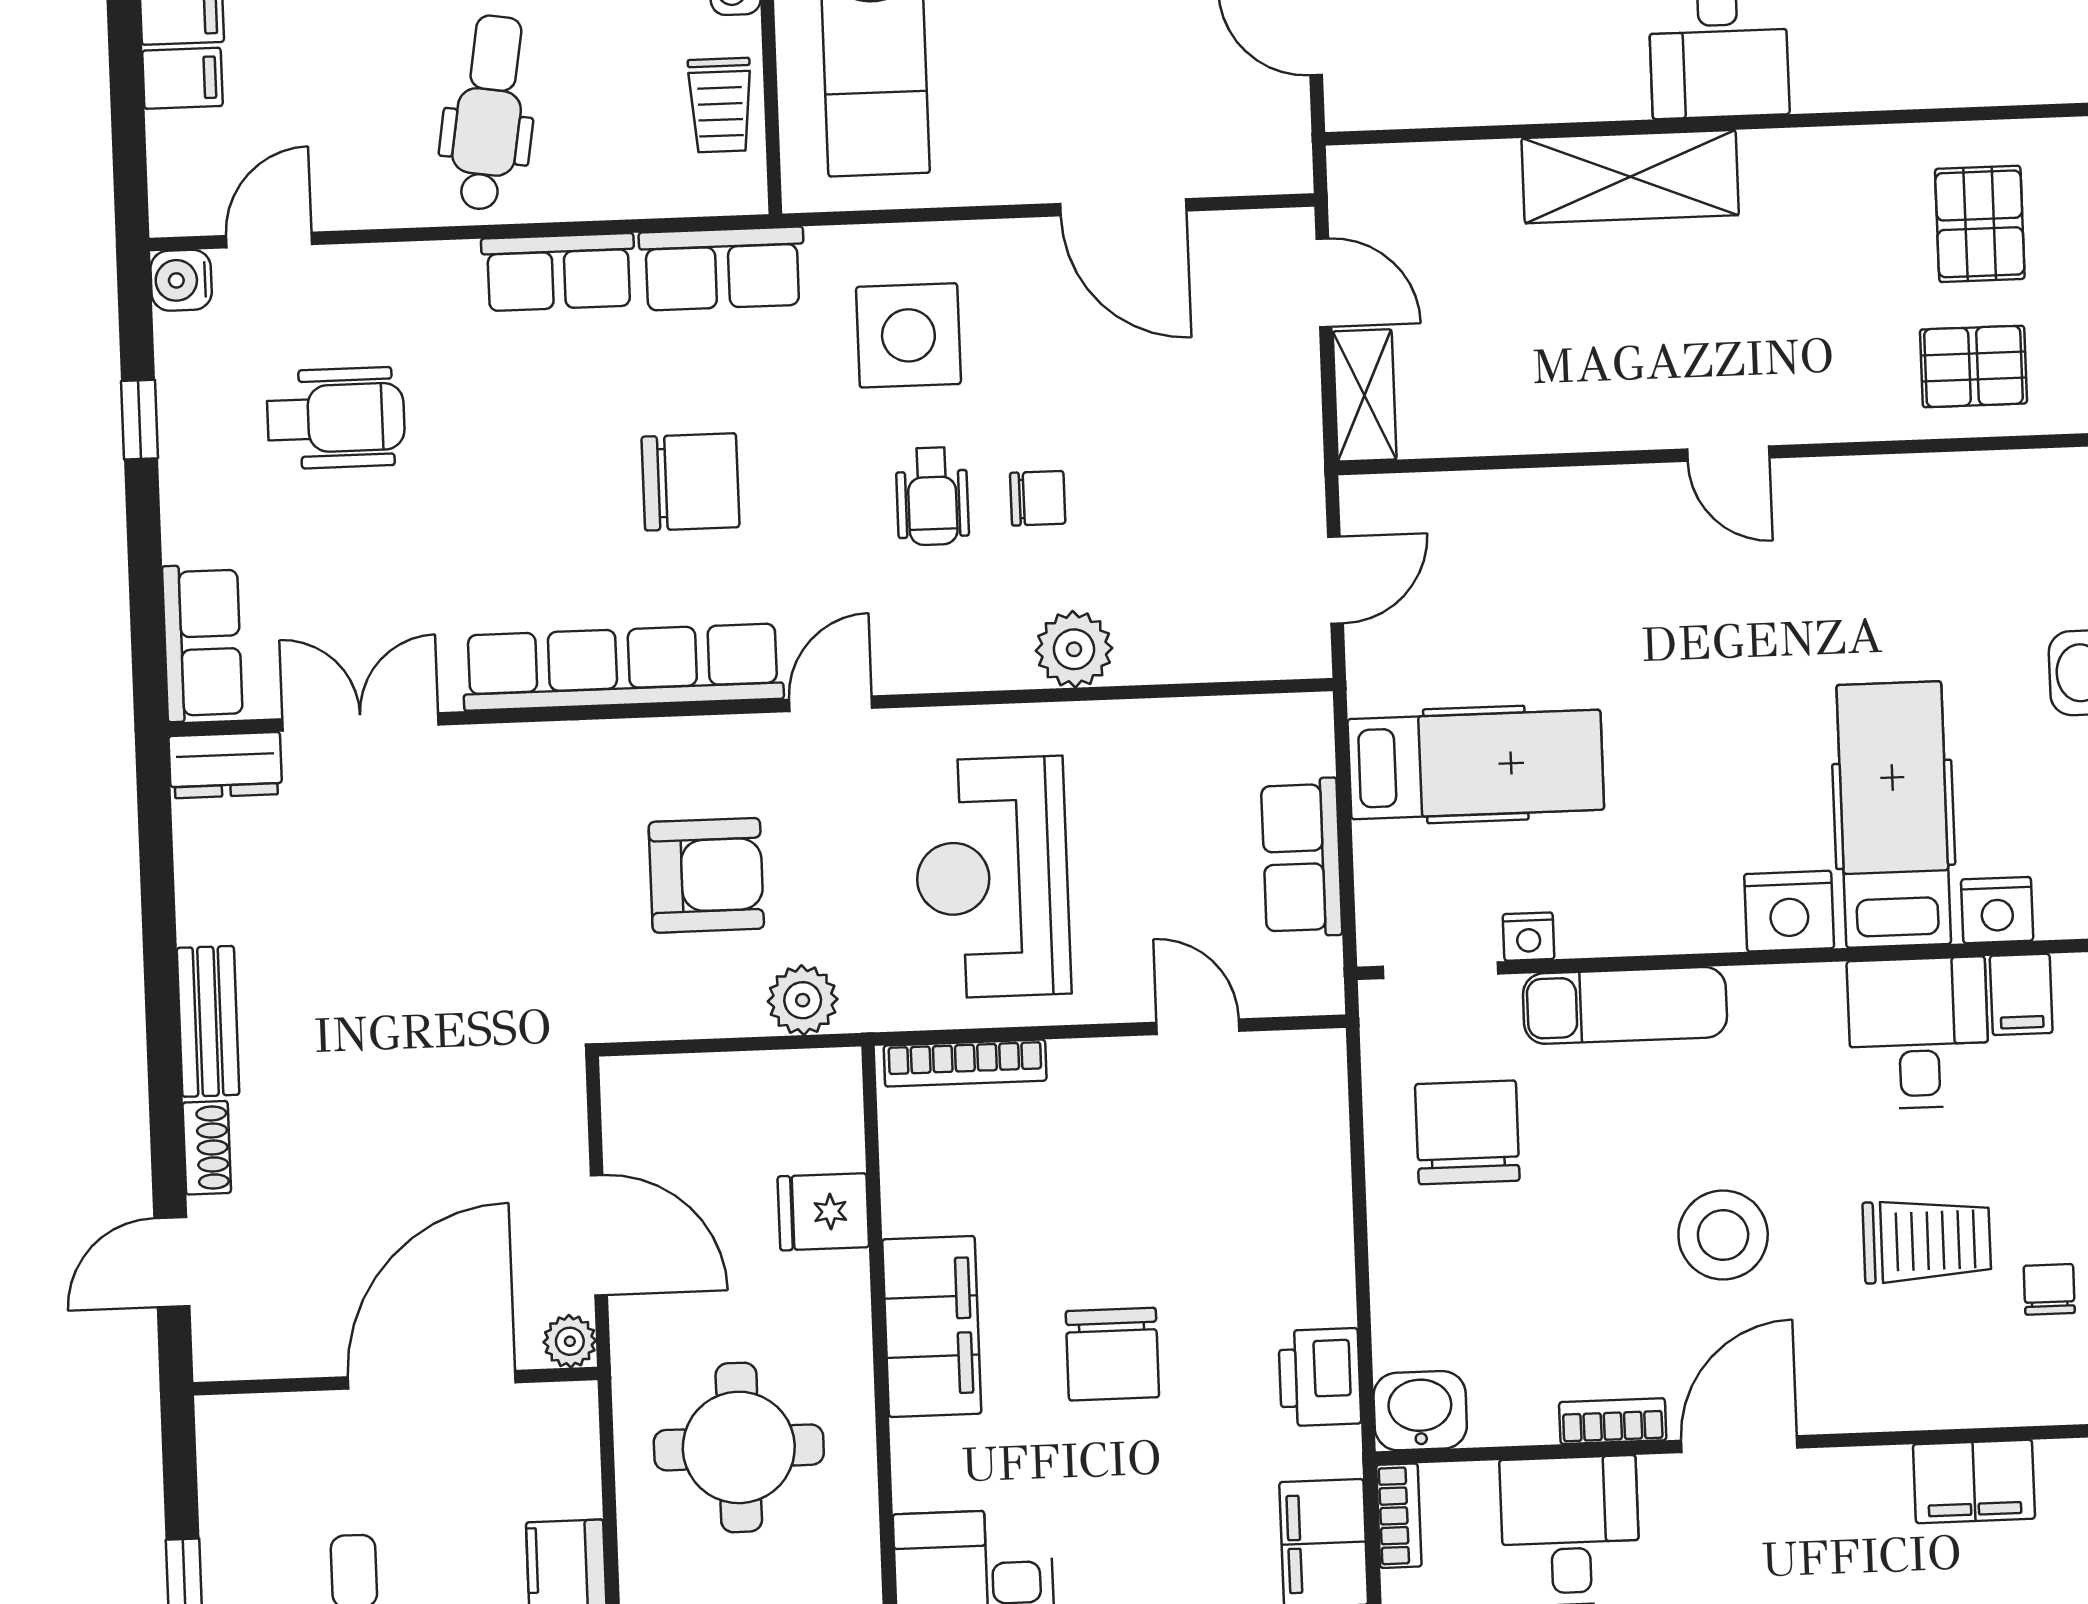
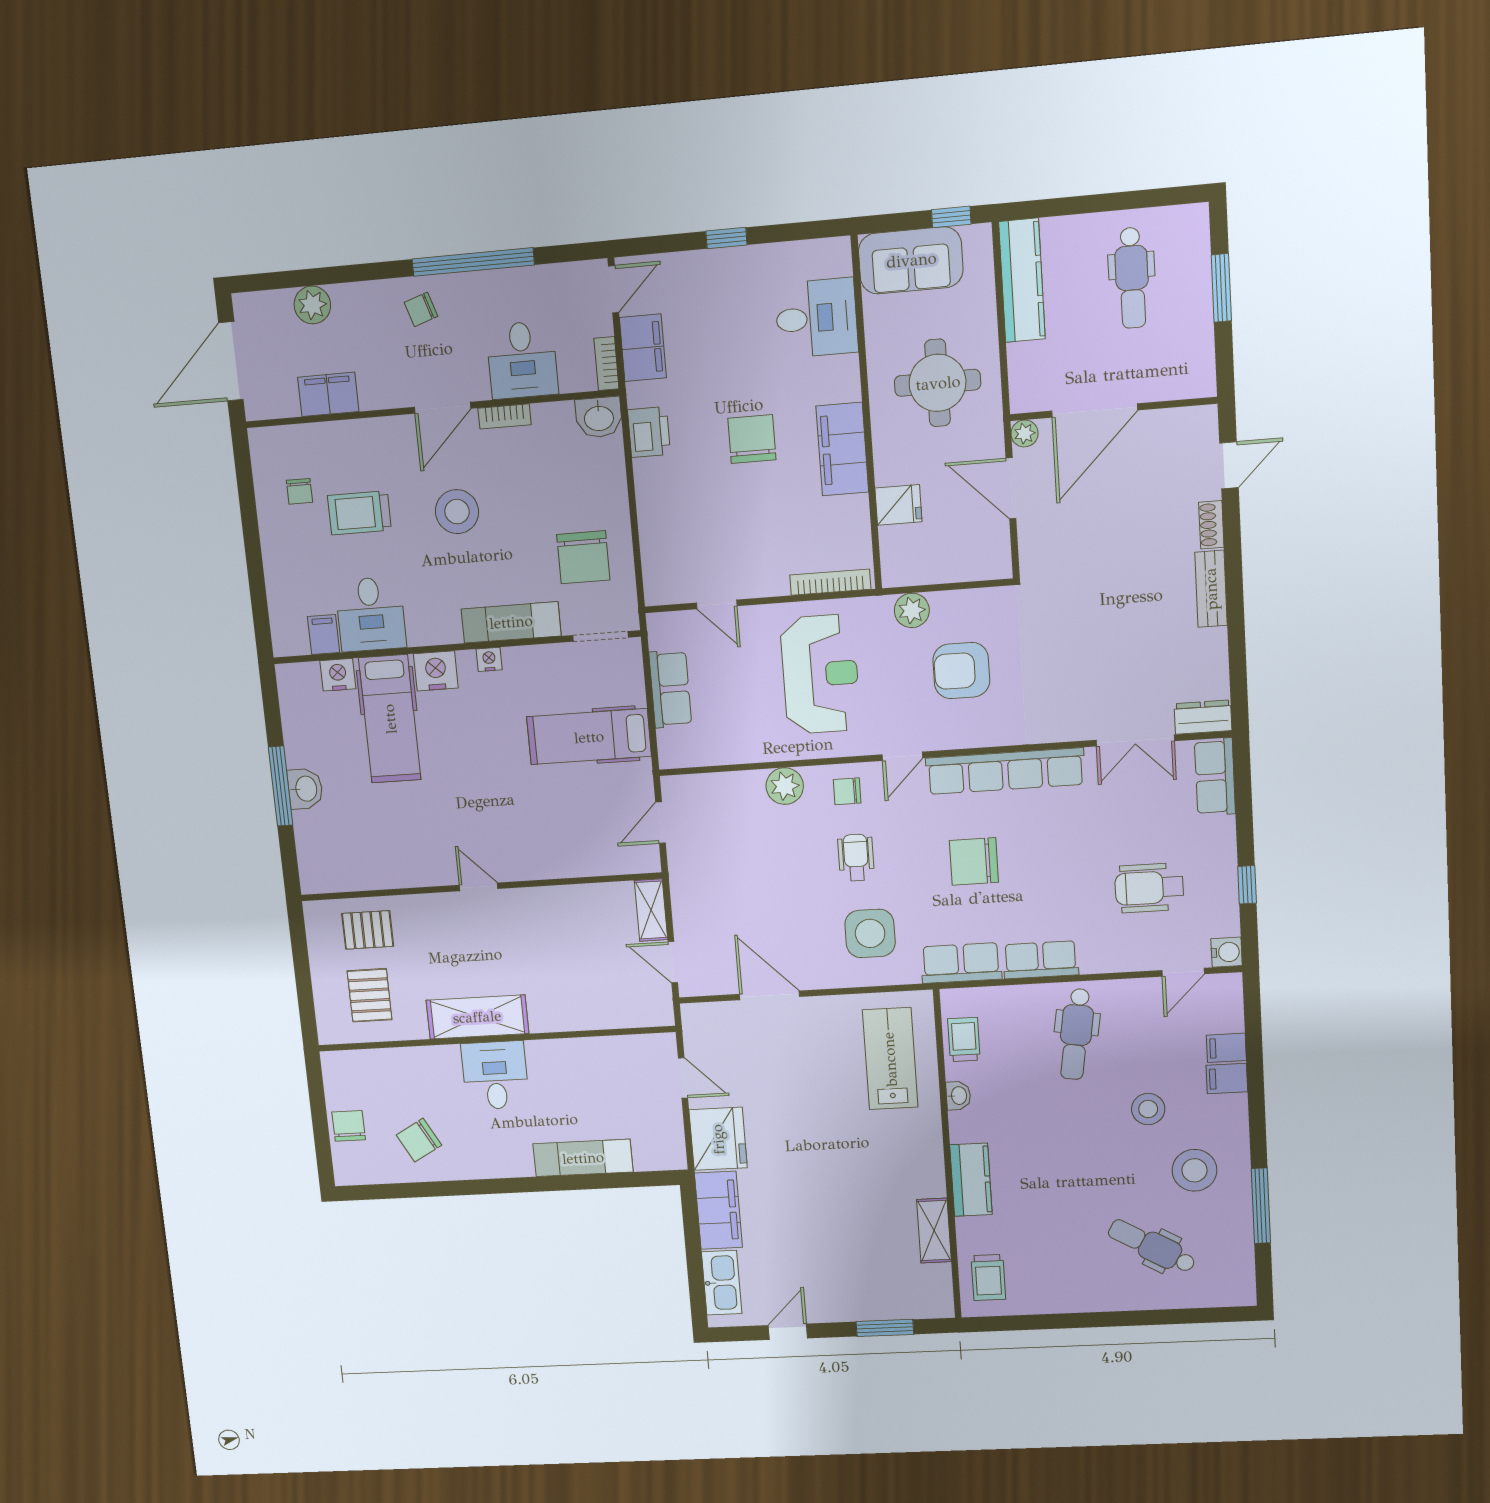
shelving: (1630, 177) -> (477, 1017), moved
chair: (1038, 498) -> (847, 791), moved
nightstand: (1529, 937) -> (489, 659), moved

